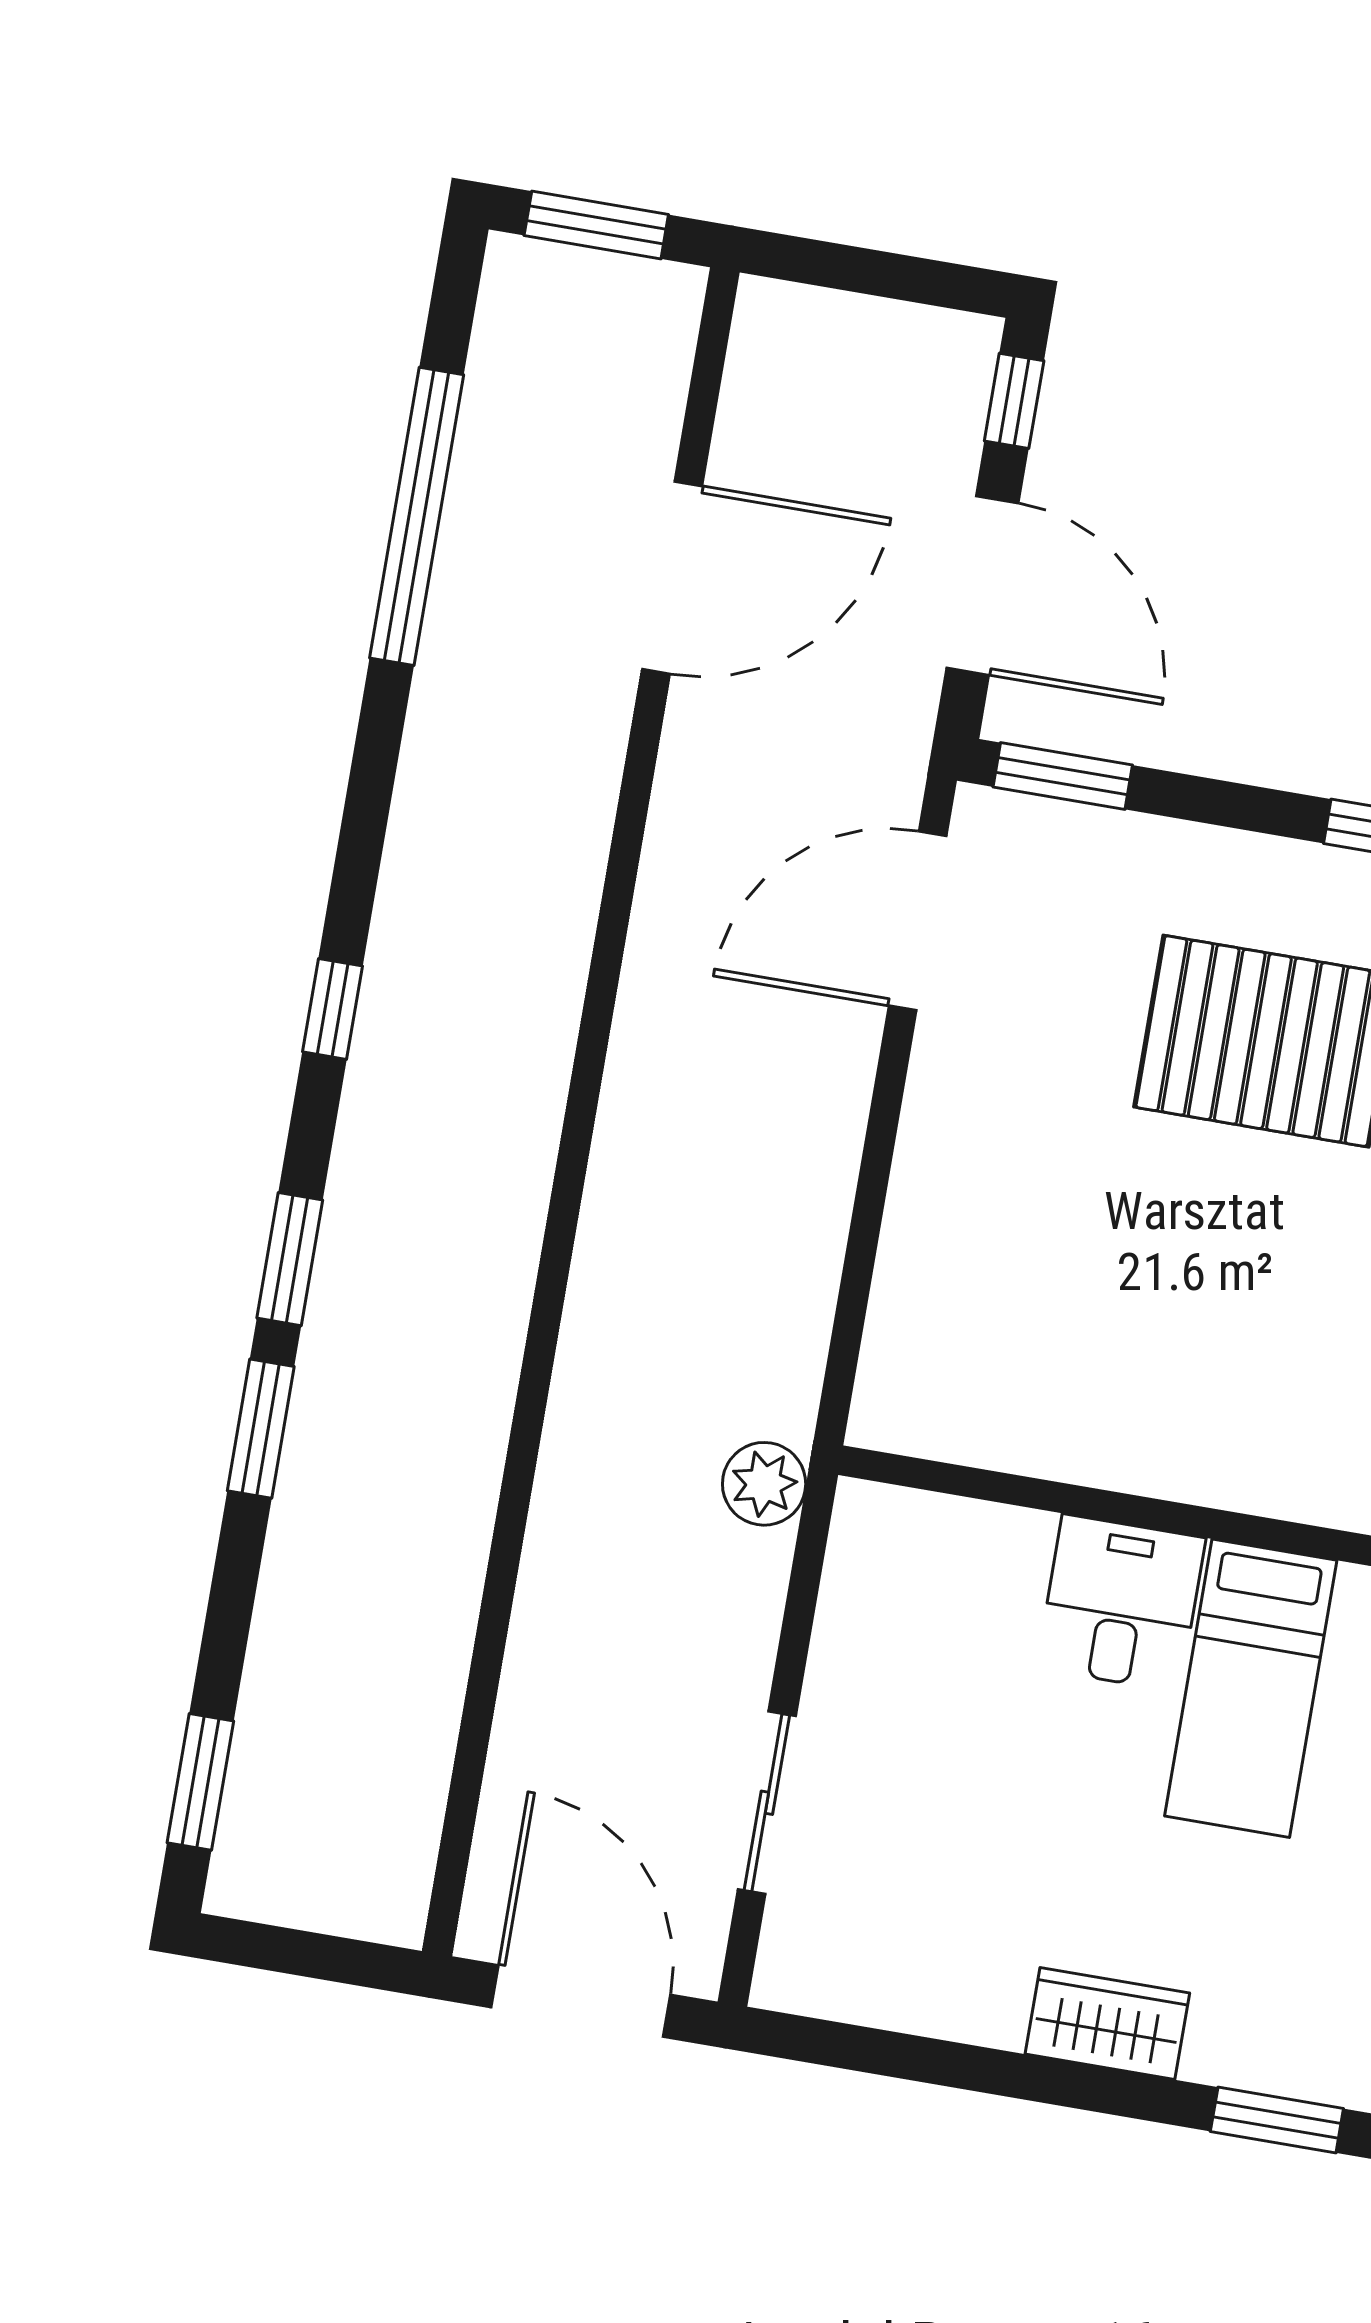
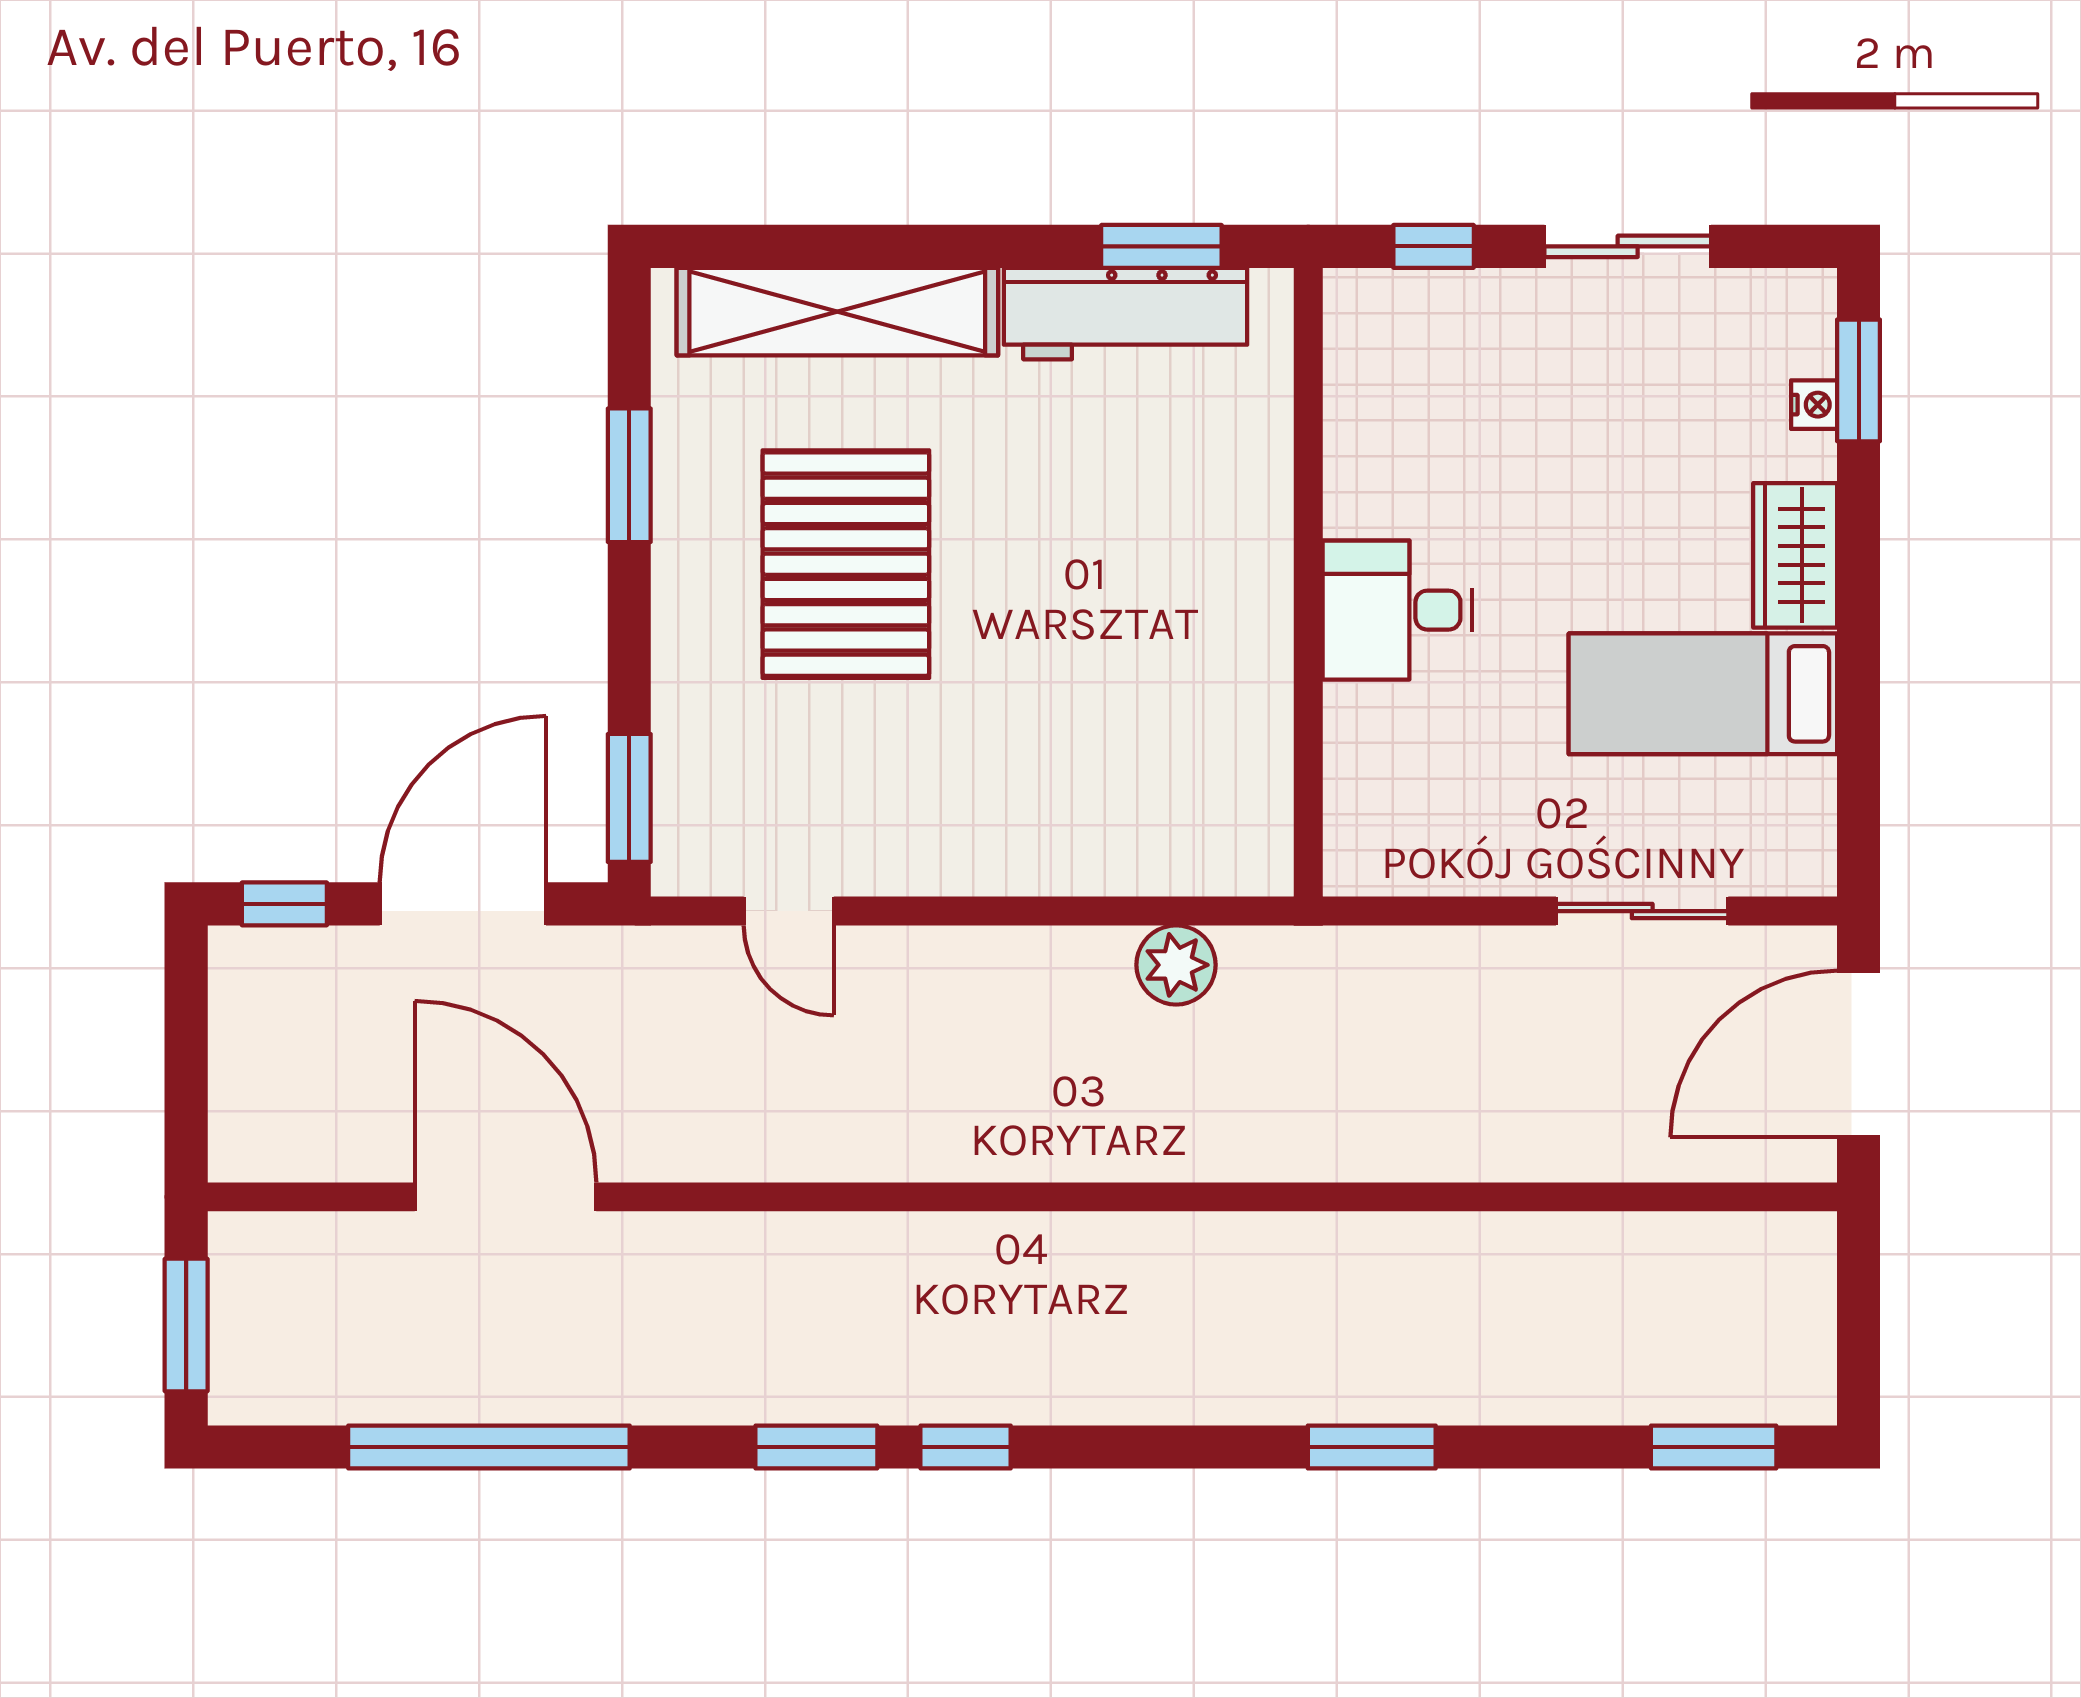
door: (918, 921) -> (789, 911), width x0.53
window: (290, 1259) -> (816, 1447), moved
plant: (764, 1484) -> (1176, 965), moved
bed: (1251, 1688) -> (1703, 694), moved, turned 180
nightstand: (1260, 2070) -> (1814, 405), added

